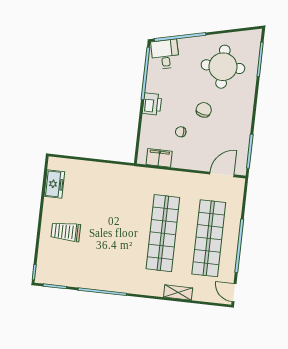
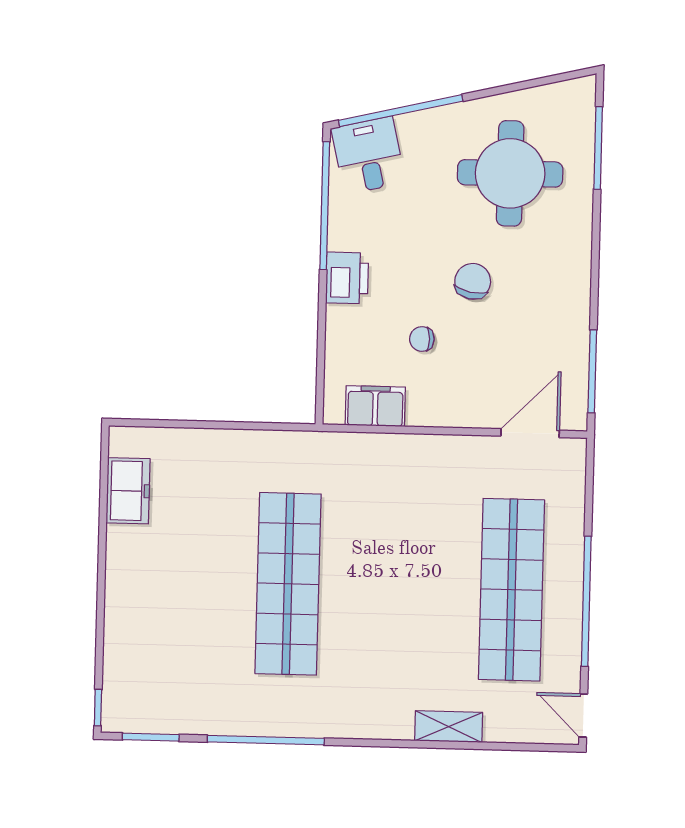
trolley: (66, 232) -> (166, 603), removed
shop shelf: (163, 233) -> (288, 584), moved

